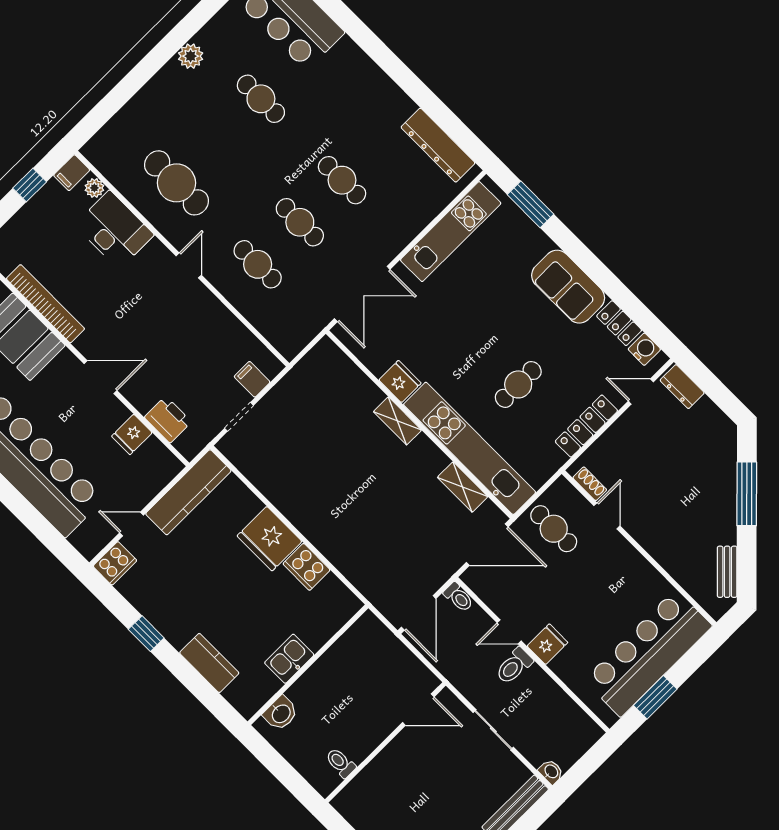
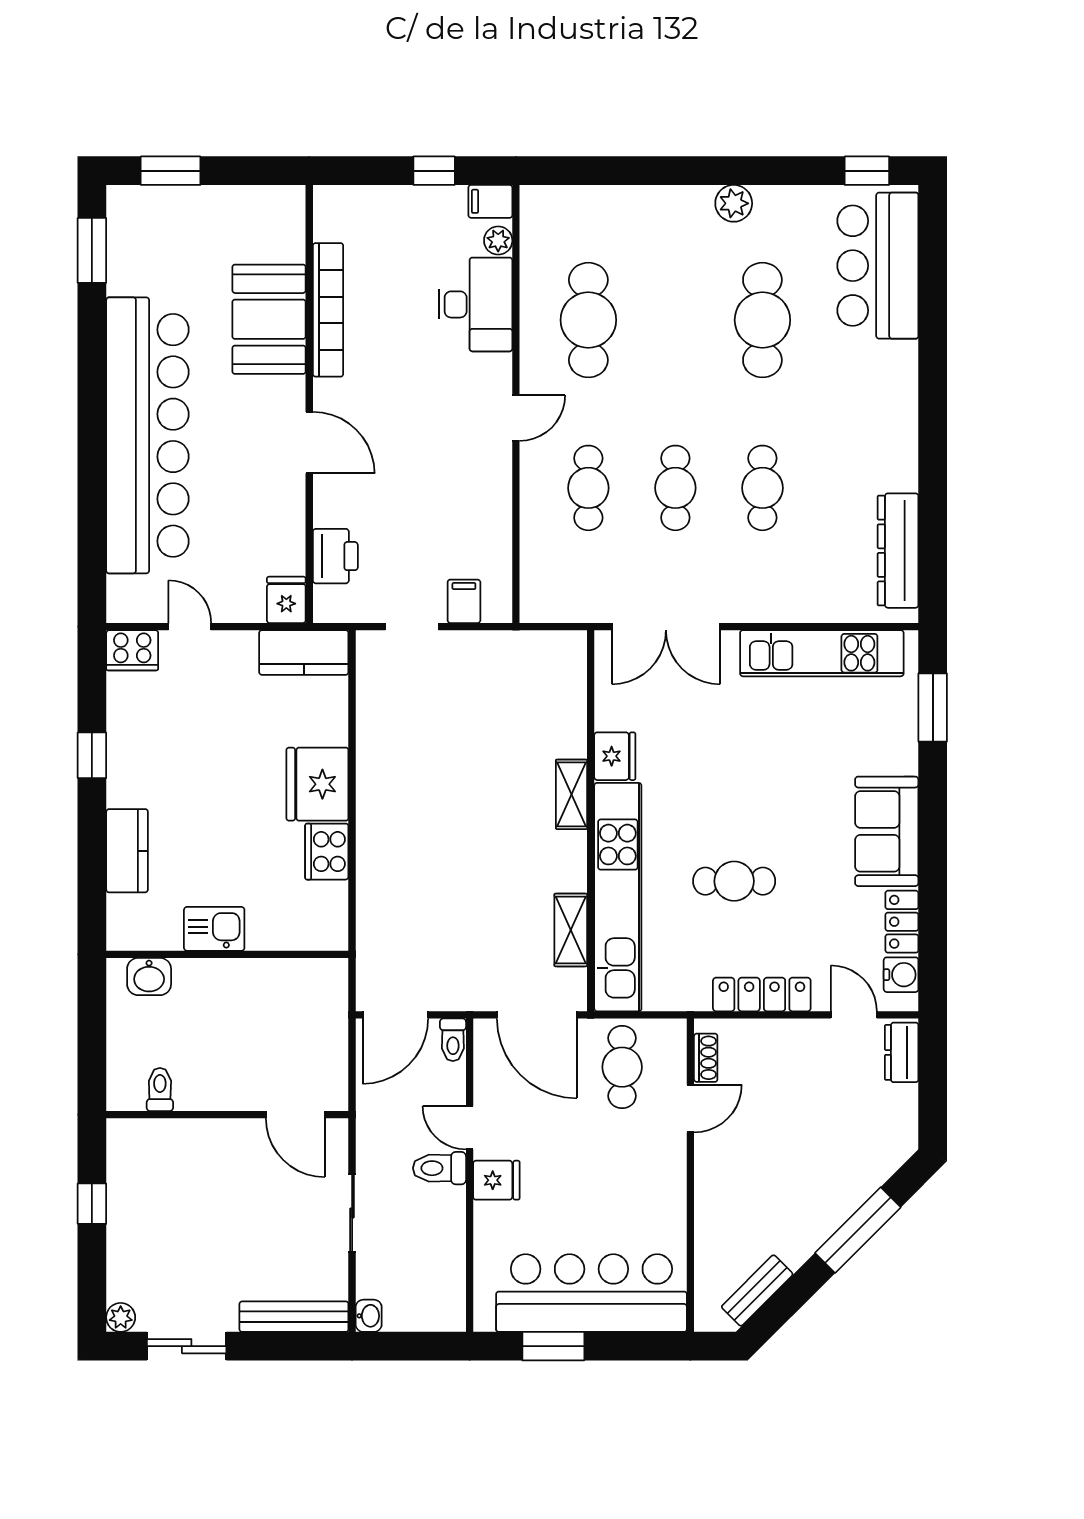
cafe table: (261, 99) -> (762, 320), width x1.37, depth x1.35
fridge: (132, 434) -> (286, 600), moved, turned 90
kitchen counter: (188, 492) -> (304, 652), width x0.67

